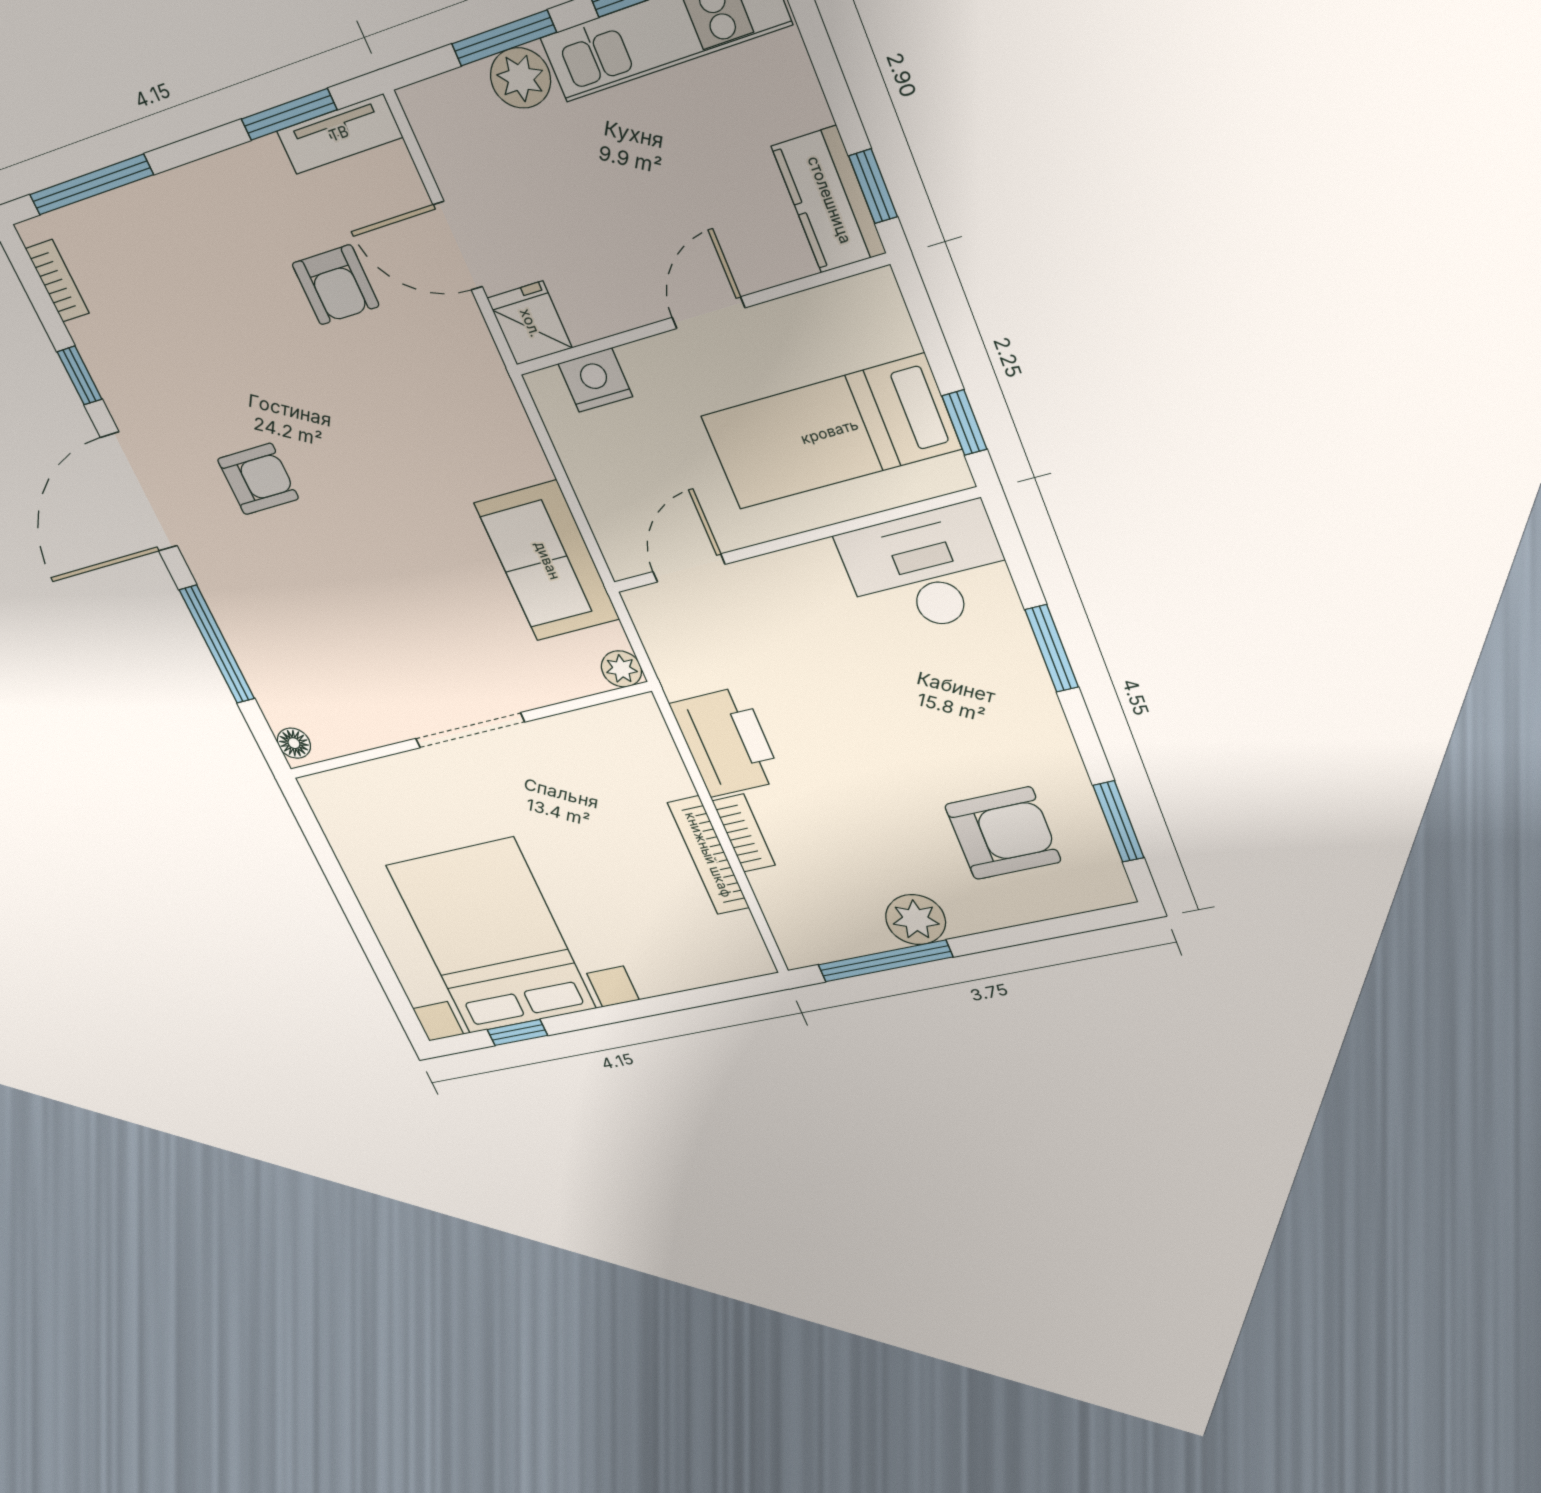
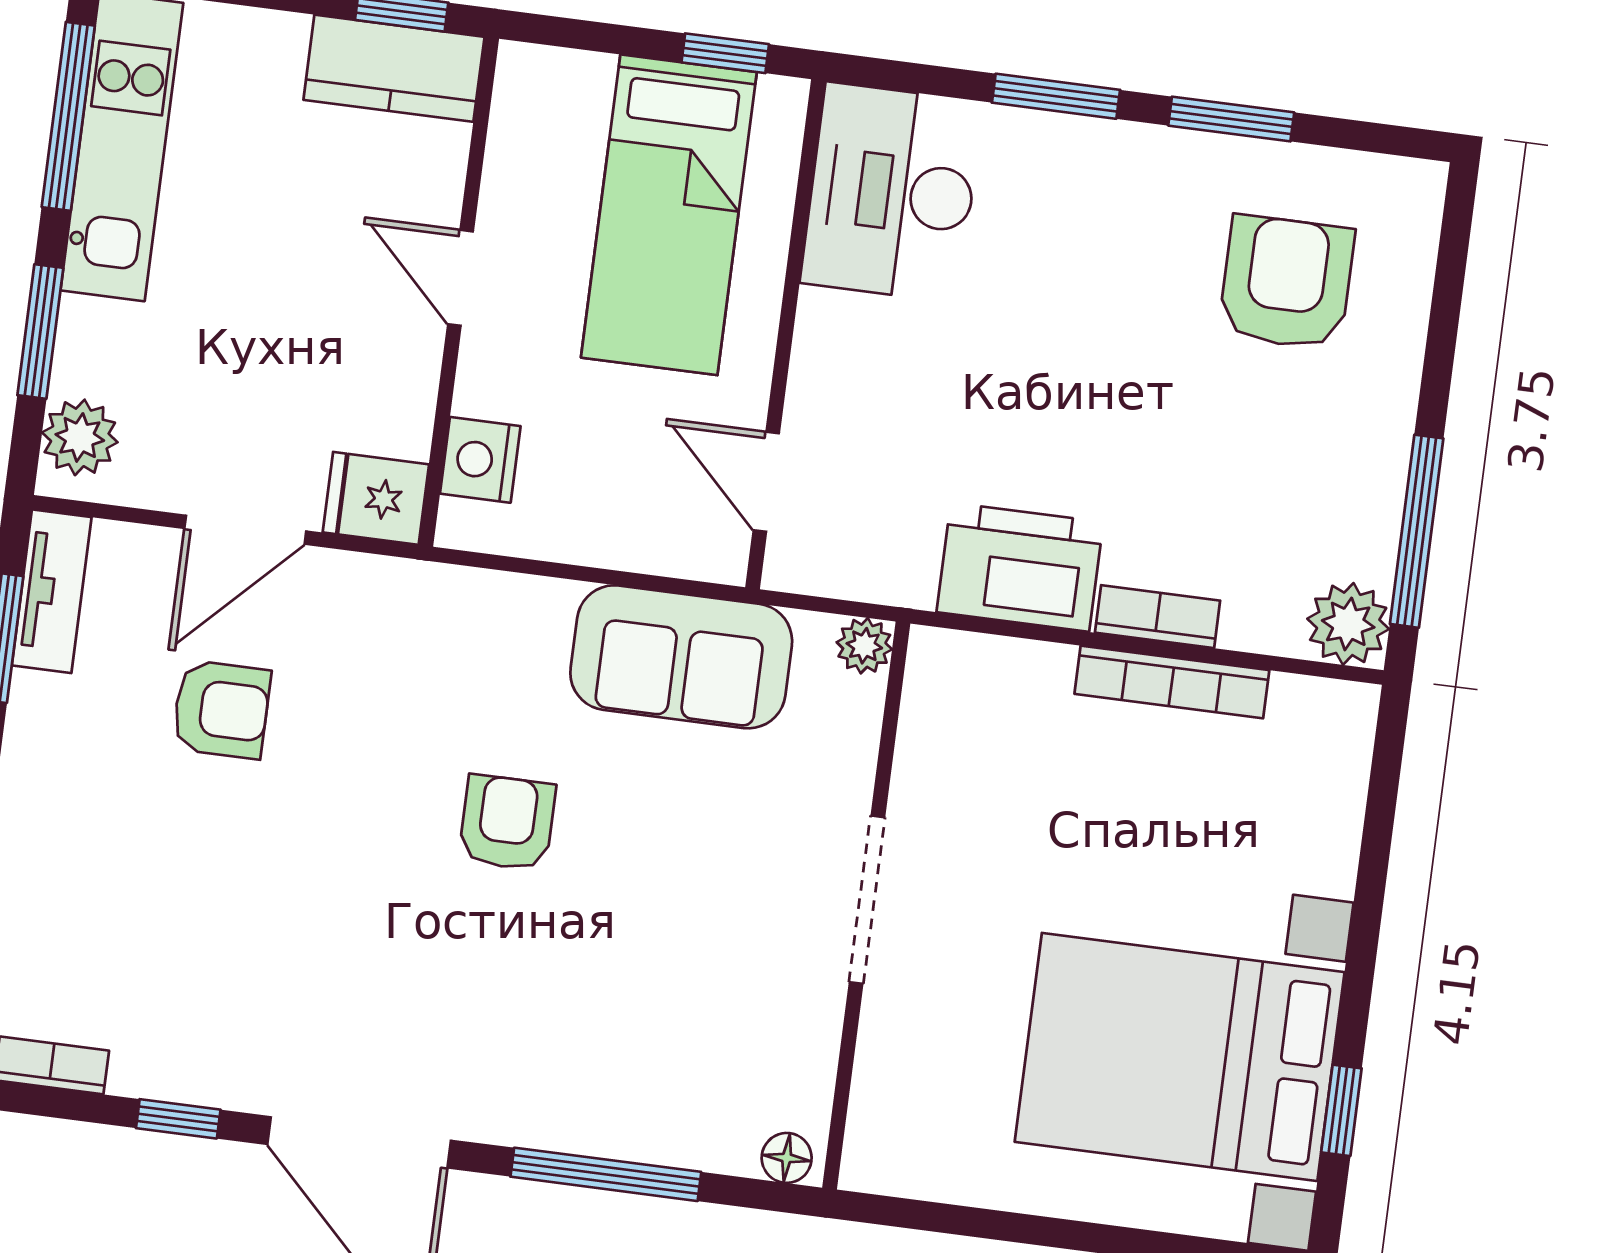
plant: (521, 78) -> (80, 437), moved
armchair: (258, 479) -> (507, 823), moved
window: (1119, 822) -> (1231, 119), moved
plant: (916, 920) -> (1348, 624), moved

